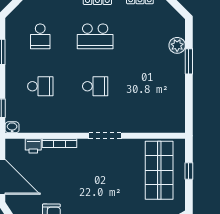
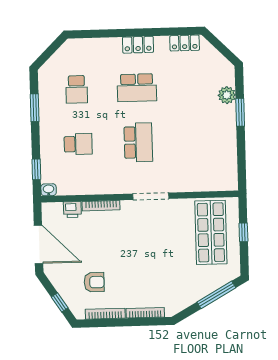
school desk: (95, 86) -> (138, 142), width x1.85

